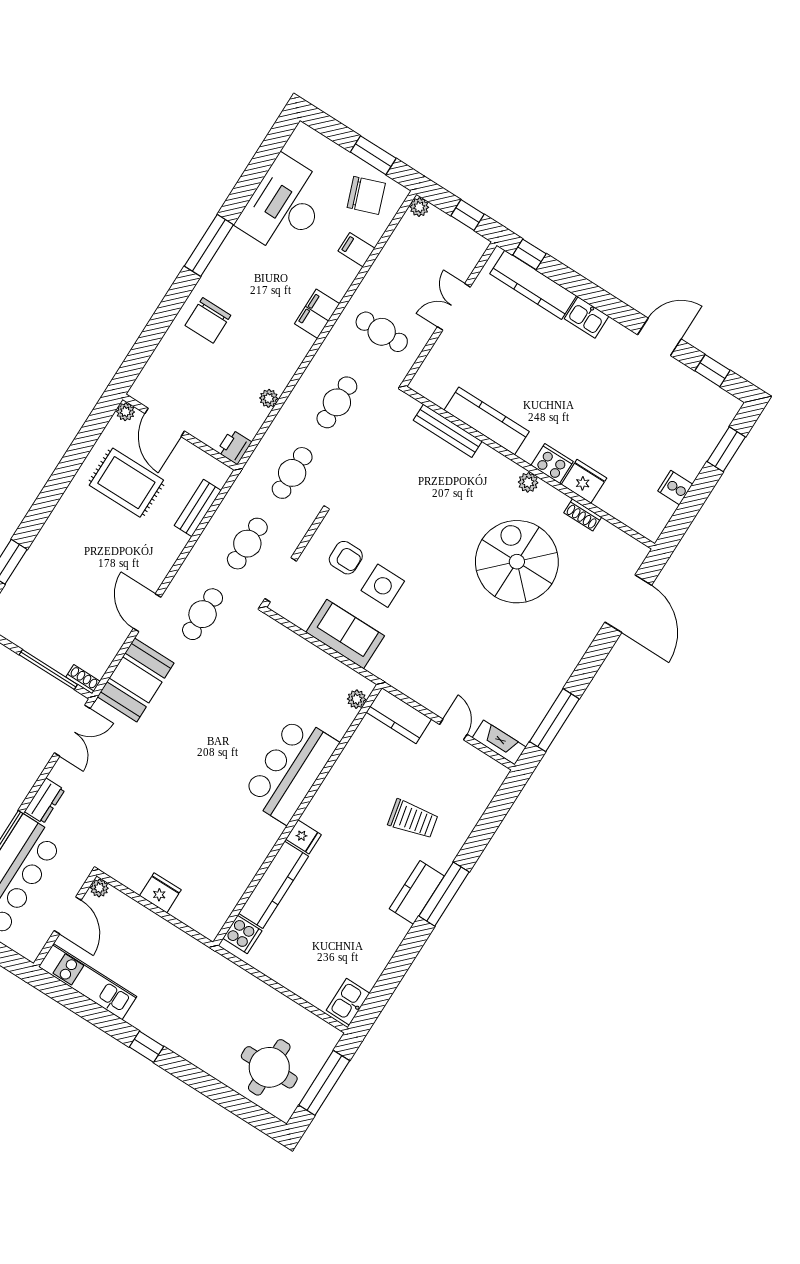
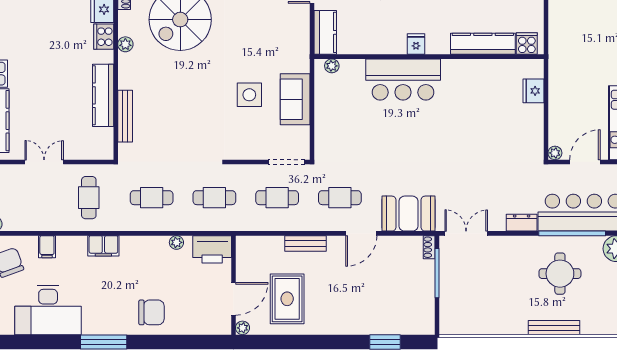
double door: (454, 307) -> (44, 162), swing flipped
printer: (234, 447) -> (212, 249), width x1.87, depth x1.48
bench: (198, 508) -> (306, 243), moved
armchair: (346, 558) -> (246, 130), removed
fridge: (303, 837) -> (416, 44), moved
fridge: (160, 893) -> (533, 91), moved

